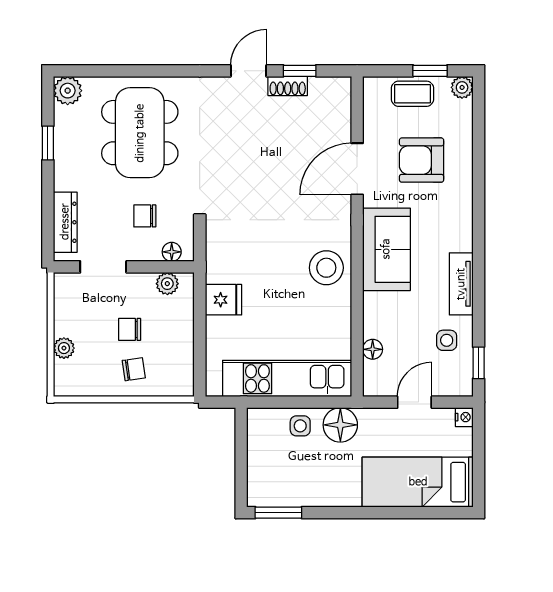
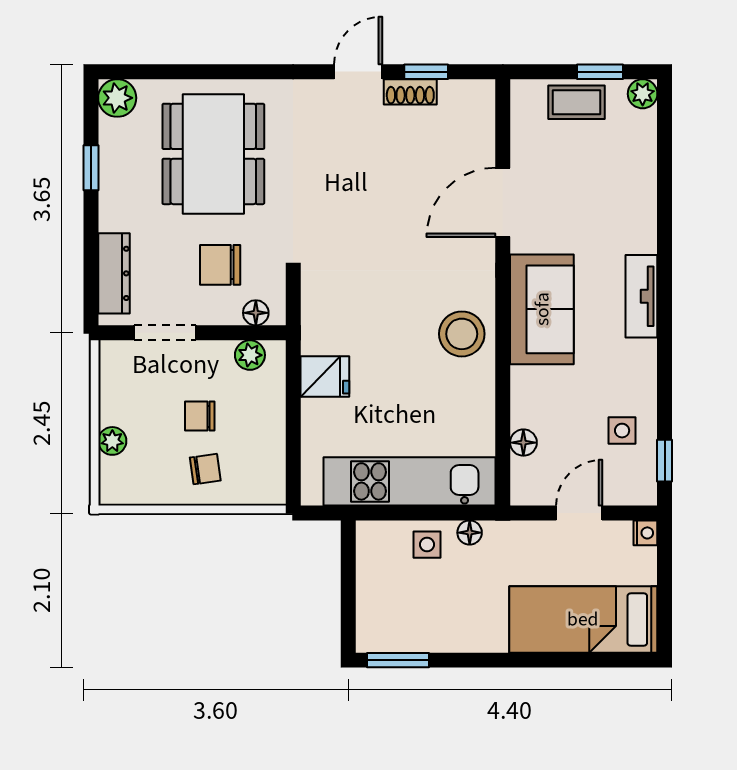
armchair: (422, 160) -> (589, 191), removed
chair: (145, 216) -> (220, 265), width x1.37, depth x1.37
tv unit: (461, 284) -> (641, 296), moved
floor lamp: (340, 425) -> (470, 533), width x0.53, depth x0.53

